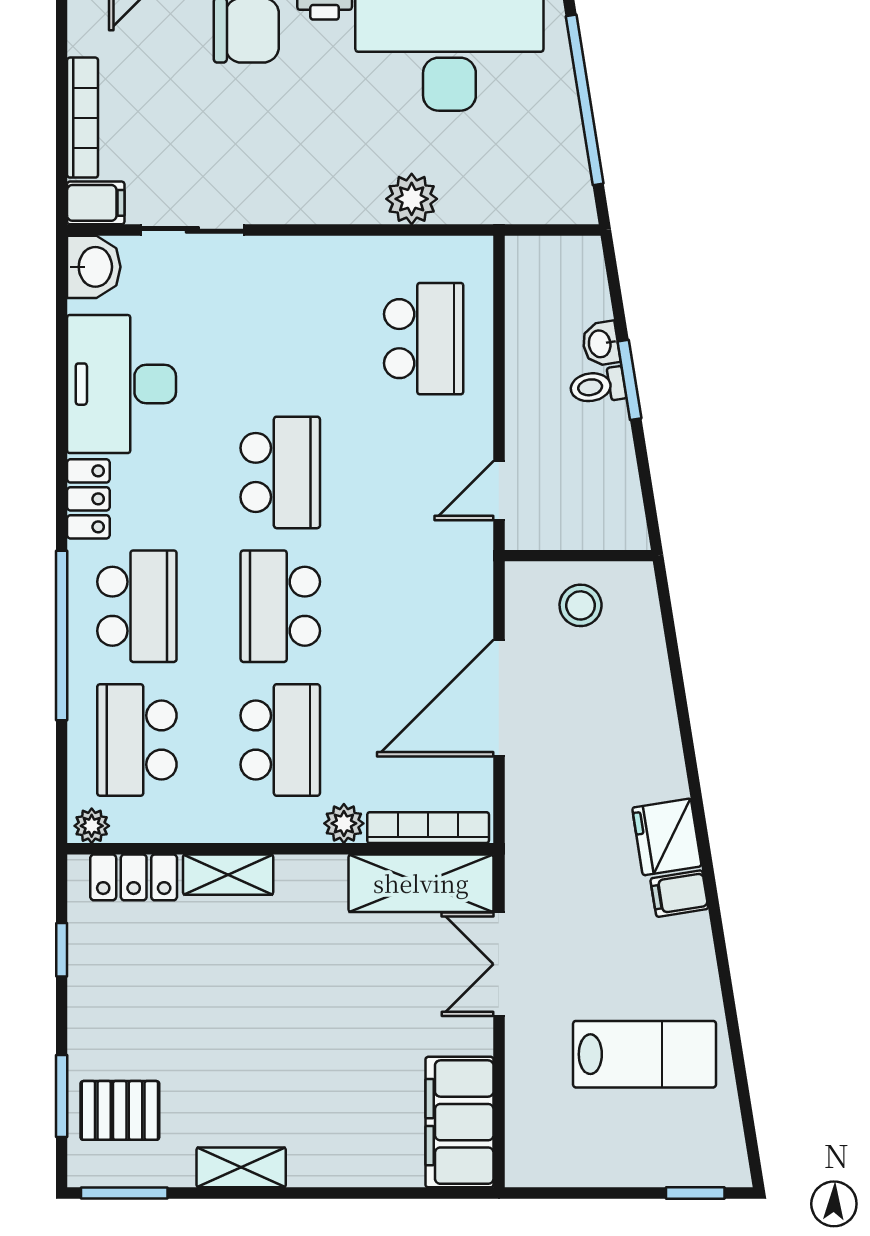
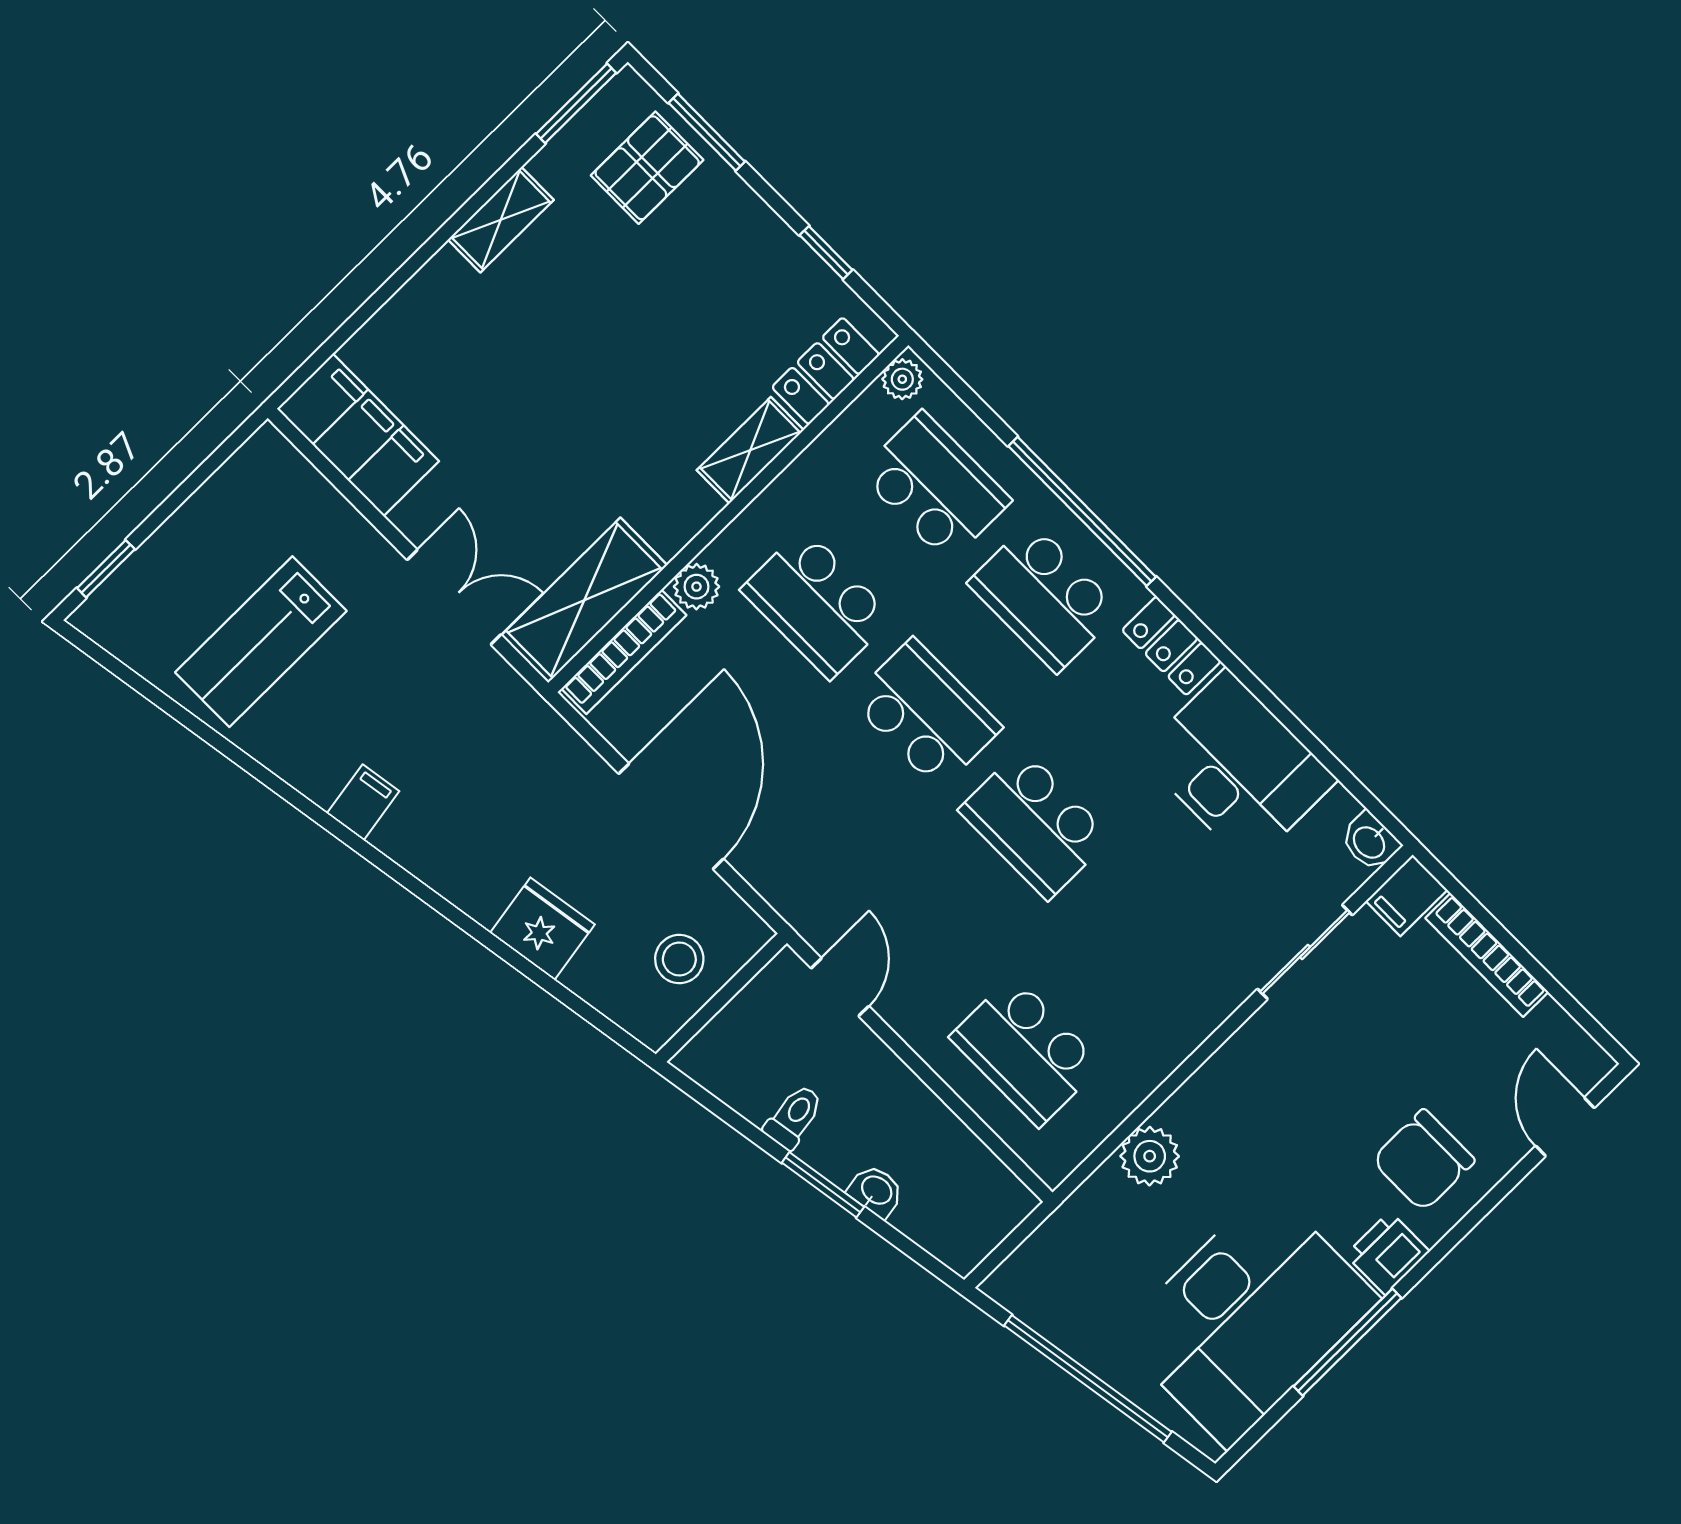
washbasin: (94, 267) -> (1370, 842), width x0.72, depth x0.69
toilet: (598, 386) -> (794, 1117), moved
fridge: (667, 837) -> (542, 929), moved

